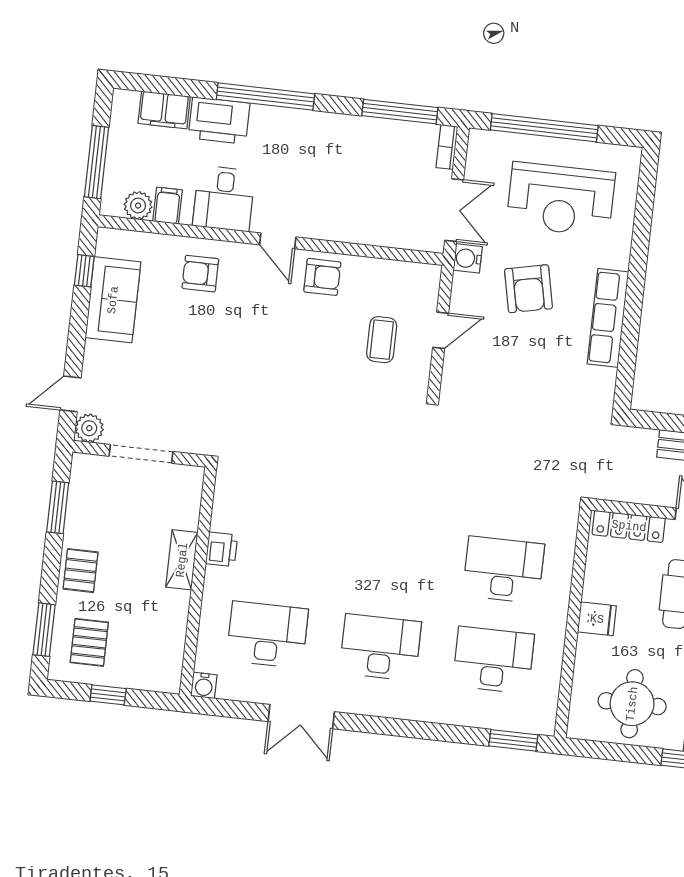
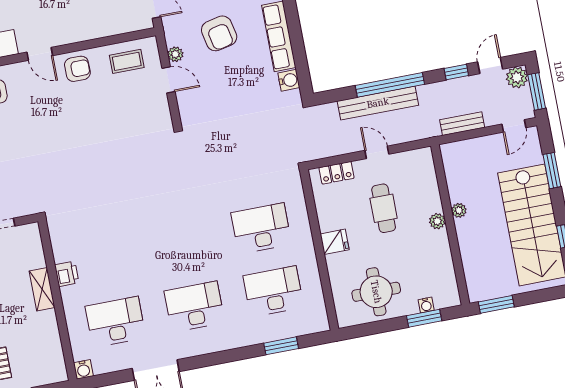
water cooler: (468, 258) -> (289, 80), moved, turned 180
plant: (461, 298) -> (175, 54), added
door: (441, 330) -> (168, 80), hinge flipped
coffee table: (382, 340) -> (127, 61), moved, turned 90
locker: (629, 526) -> (337, 173), width x0.66
window: (513, 740) -> (281, 346), moved

